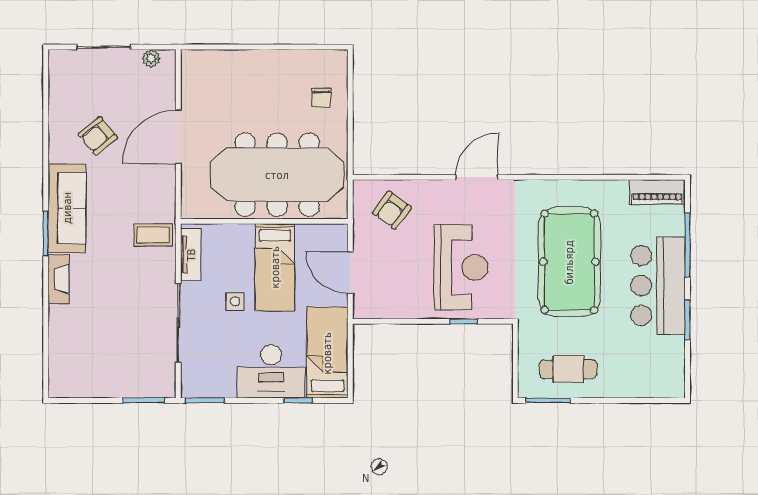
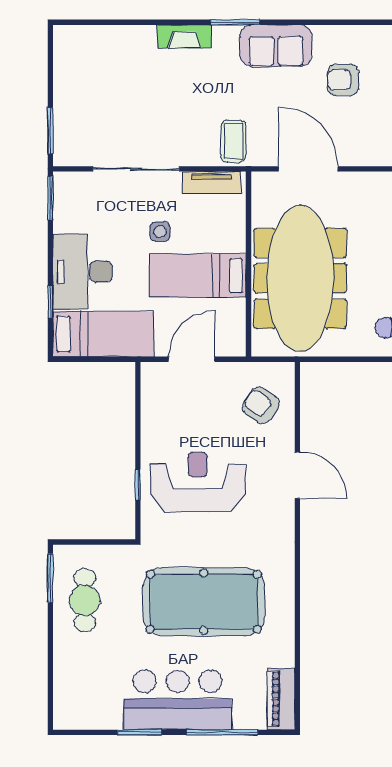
armchair: (98, 136) -> (343, 80), turned -51
door: (178, 137) -> (308, 169), moved
door: (477, 177) -> (297, 475), moved
sofa: (67, 208) -> (276, 46), width x0.73
reception desk: (461, 267) -> (198, 482), turned 180

